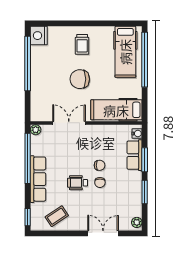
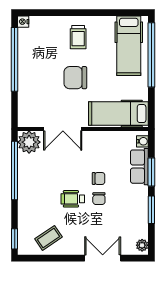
nightstand: (39, 36) -> (23, 22), width x0.53, depth x0.56
double door: (69, 123) -> (63, 129), swing flipped
plant: (36, 130) -> (29, 142), width x1.87, depth x1.87
row of seats: (38, 179) -> (27, 195), removed

